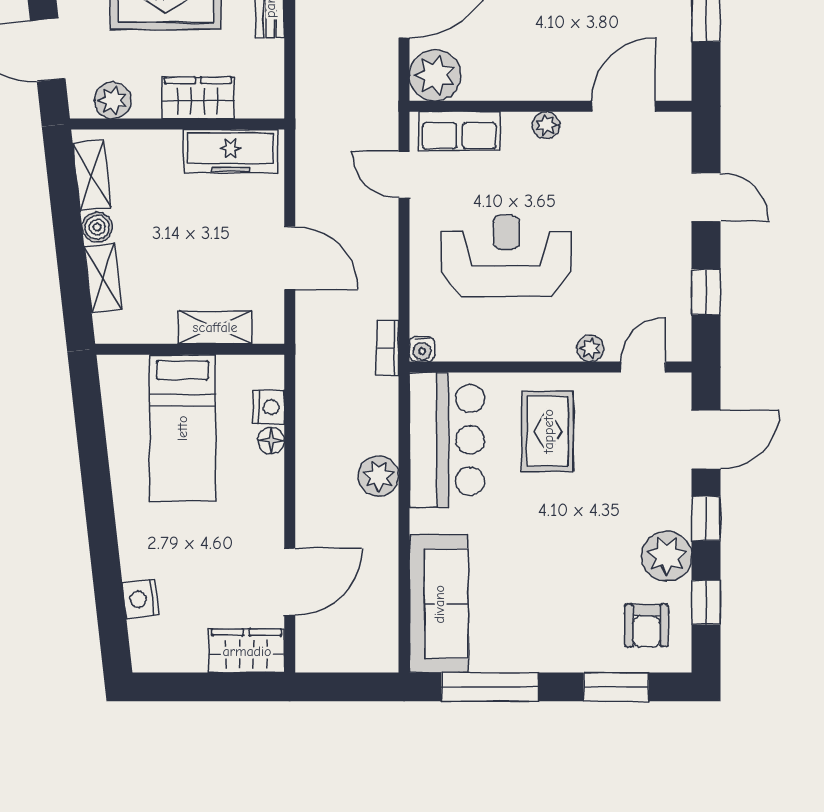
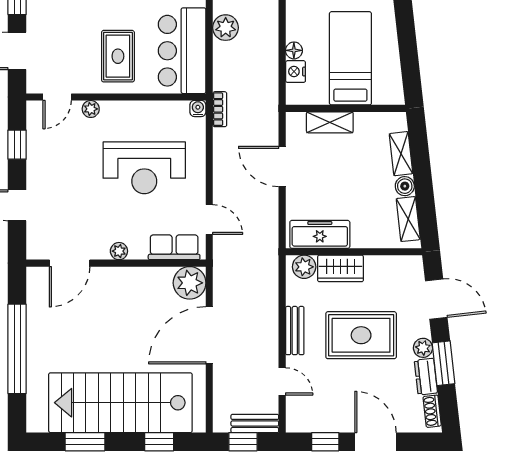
plant: (113, 100) -> (304, 267), moved

